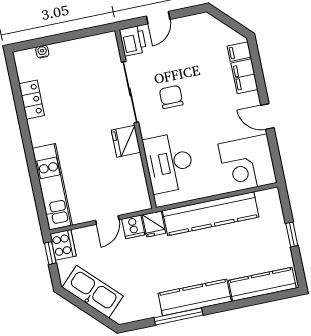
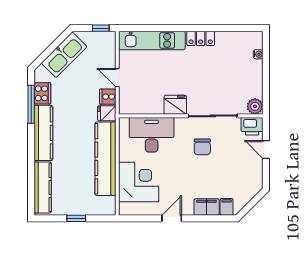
plant: (108, 42) -> (255, 106), added
chair: (171, 97) -> (202, 147), turned 90
locker: (32, 100) -> (201, 38), moved
corner desk: (248, 163) -> (139, 182), moved, turned 90
cooker: (63, 245) -> (42, 93), moved, turned -90
window: (178, 316) -> (31, 104), moved

